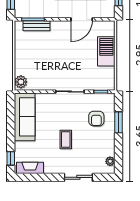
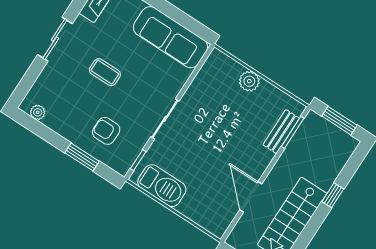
barbecue: (106, 51) -> (162, 186), moved
plant: (21, 82) -> (249, 81), moved
sliding door: (78, 177) -> (55, 39), moved

